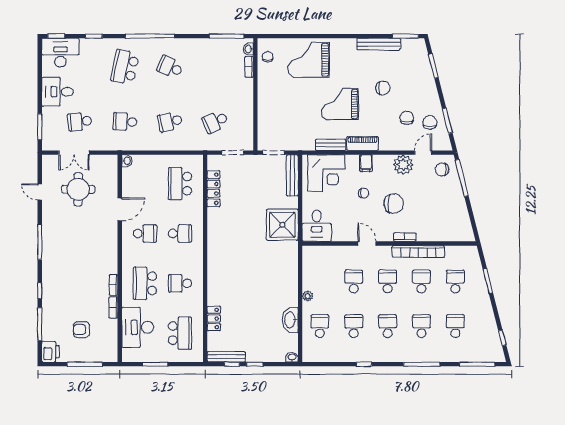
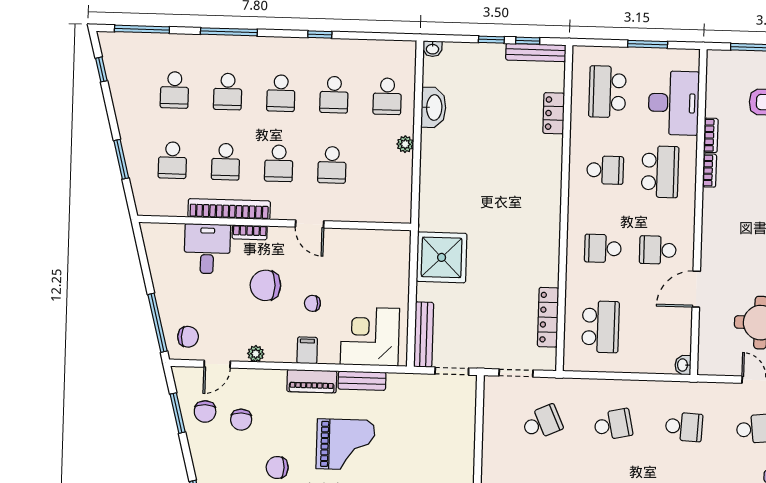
plant: (403, 165) -> (256, 354), width x0.53, depth x0.53
desk: (317, 226) -> (207, 249), moved

